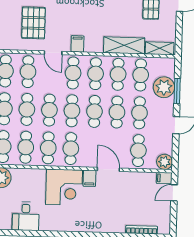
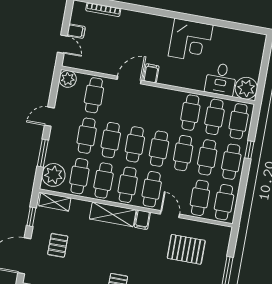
pallet: (33, 23) -> (186, 249), turned 90
window: (179, 32) -> (31, 217), added
shelving: (124, 45) -> (113, 214), moved
plant: (164, 87) -> (53, 175), moved
cafe table: (71, 149) -> (166, 108), removed
door: (108, 169) -> (129, 80), swing flipped
filing cabinet: (164, 178) -> (76, 31), moved
corner desk: (64, 187) -> (191, 41), moved, turned 180
door: (174, 193) -> (62, 44), hinge flipped
desk: (26, 216) -> (221, 79), moved, turned 180

